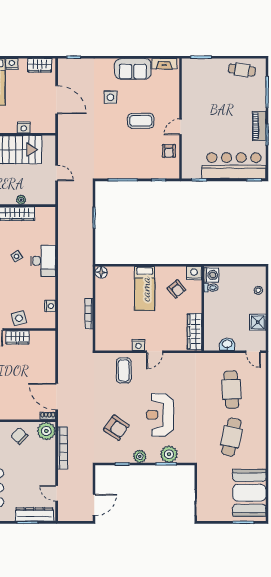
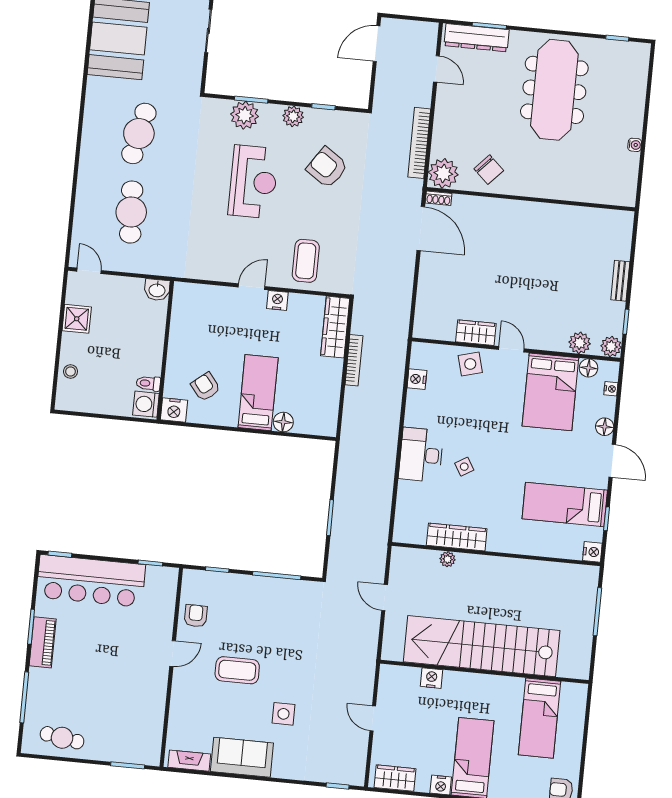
door: (57, 100) -> (373, 718), width x0.53
floor lamp: (101, 272) -> (283, 422), moved
wardrobe: (195, 332) -> (335, 327), moved, turned 180
washbasin: (227, 344) -> (157, 290), moved

